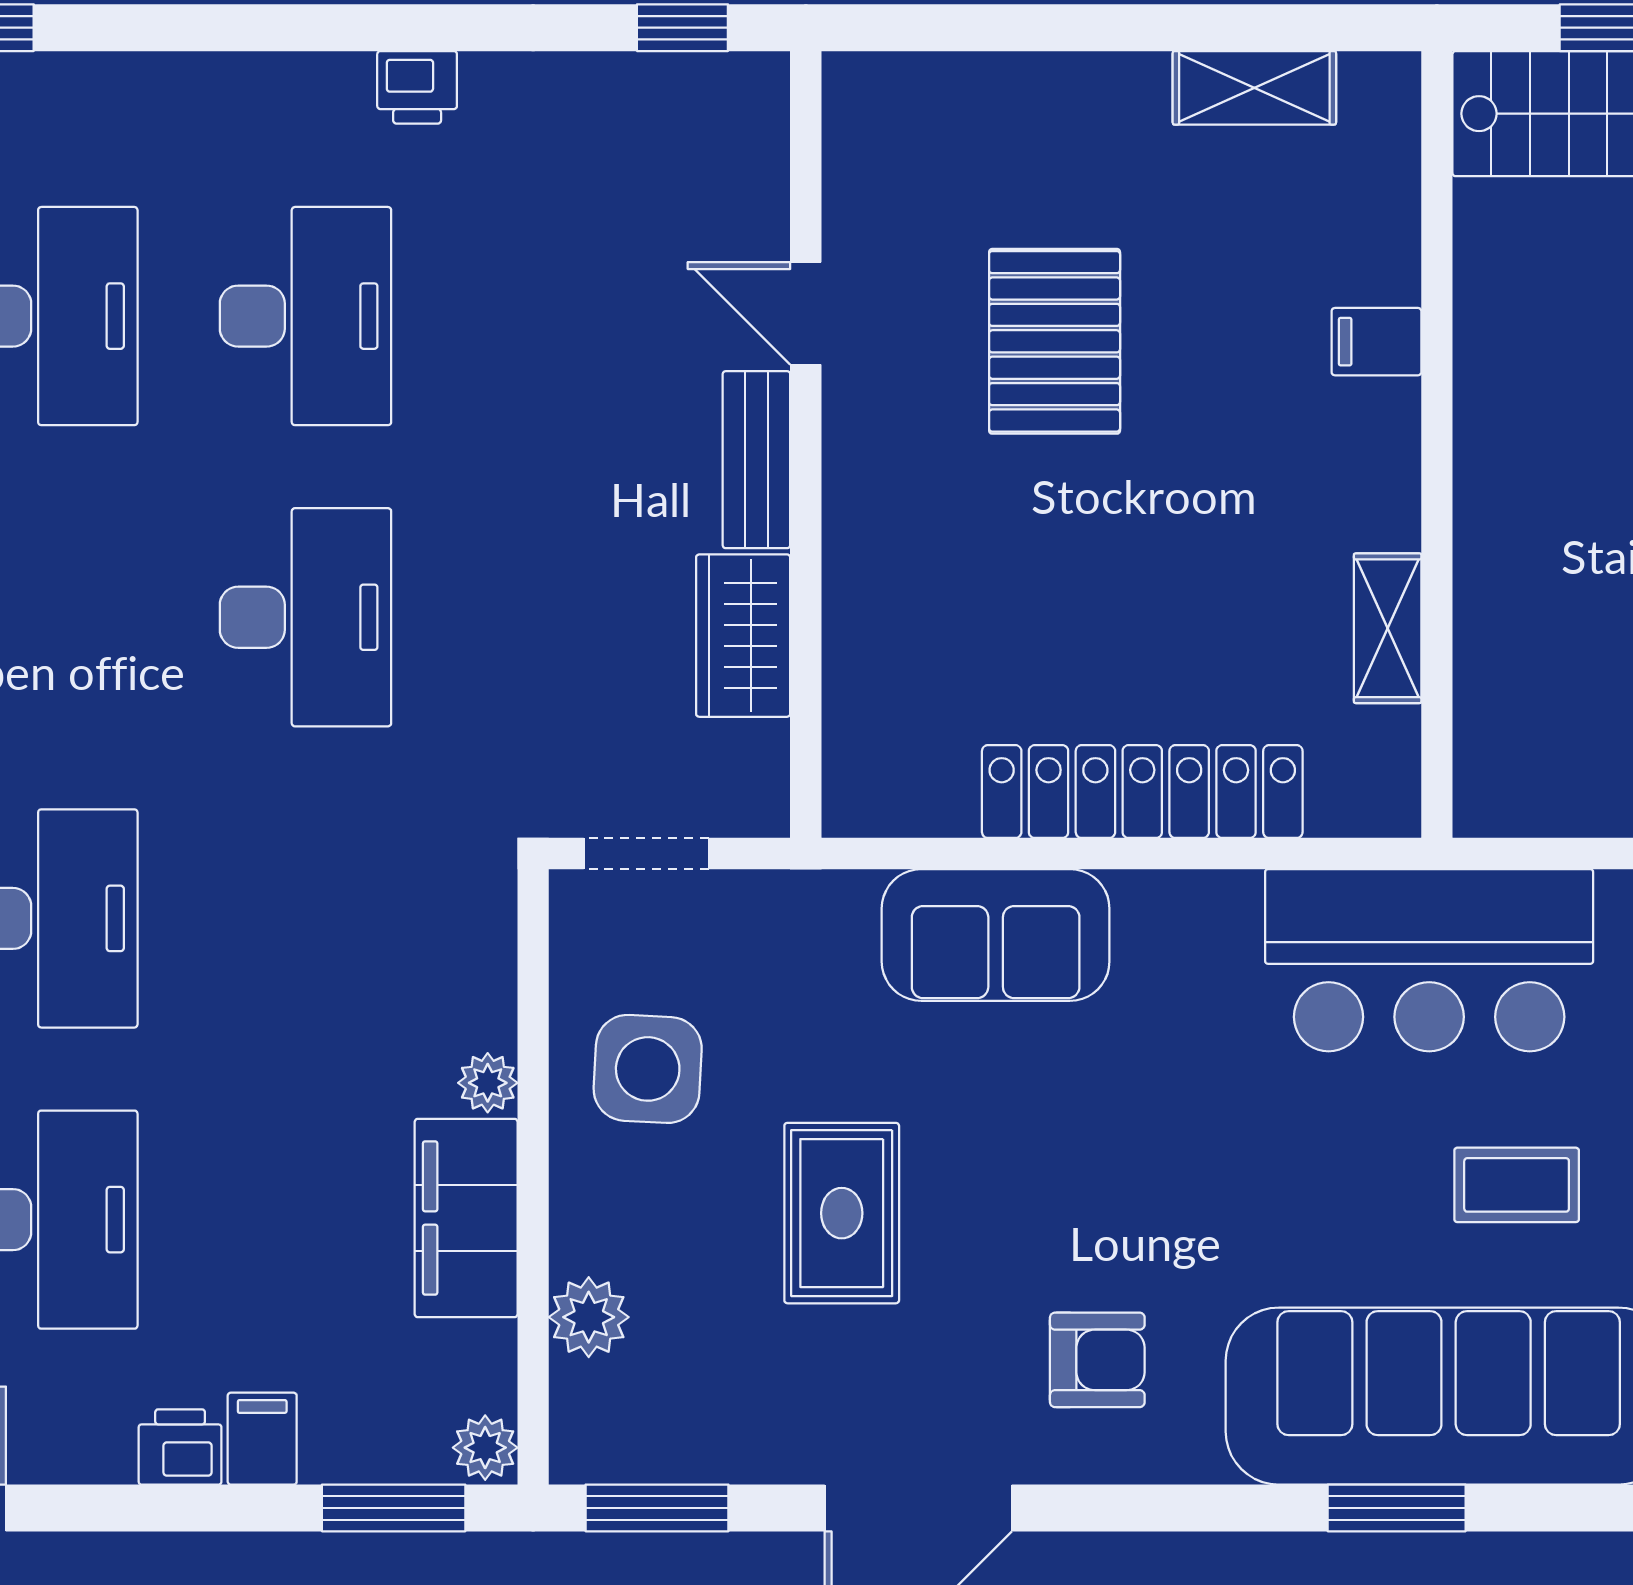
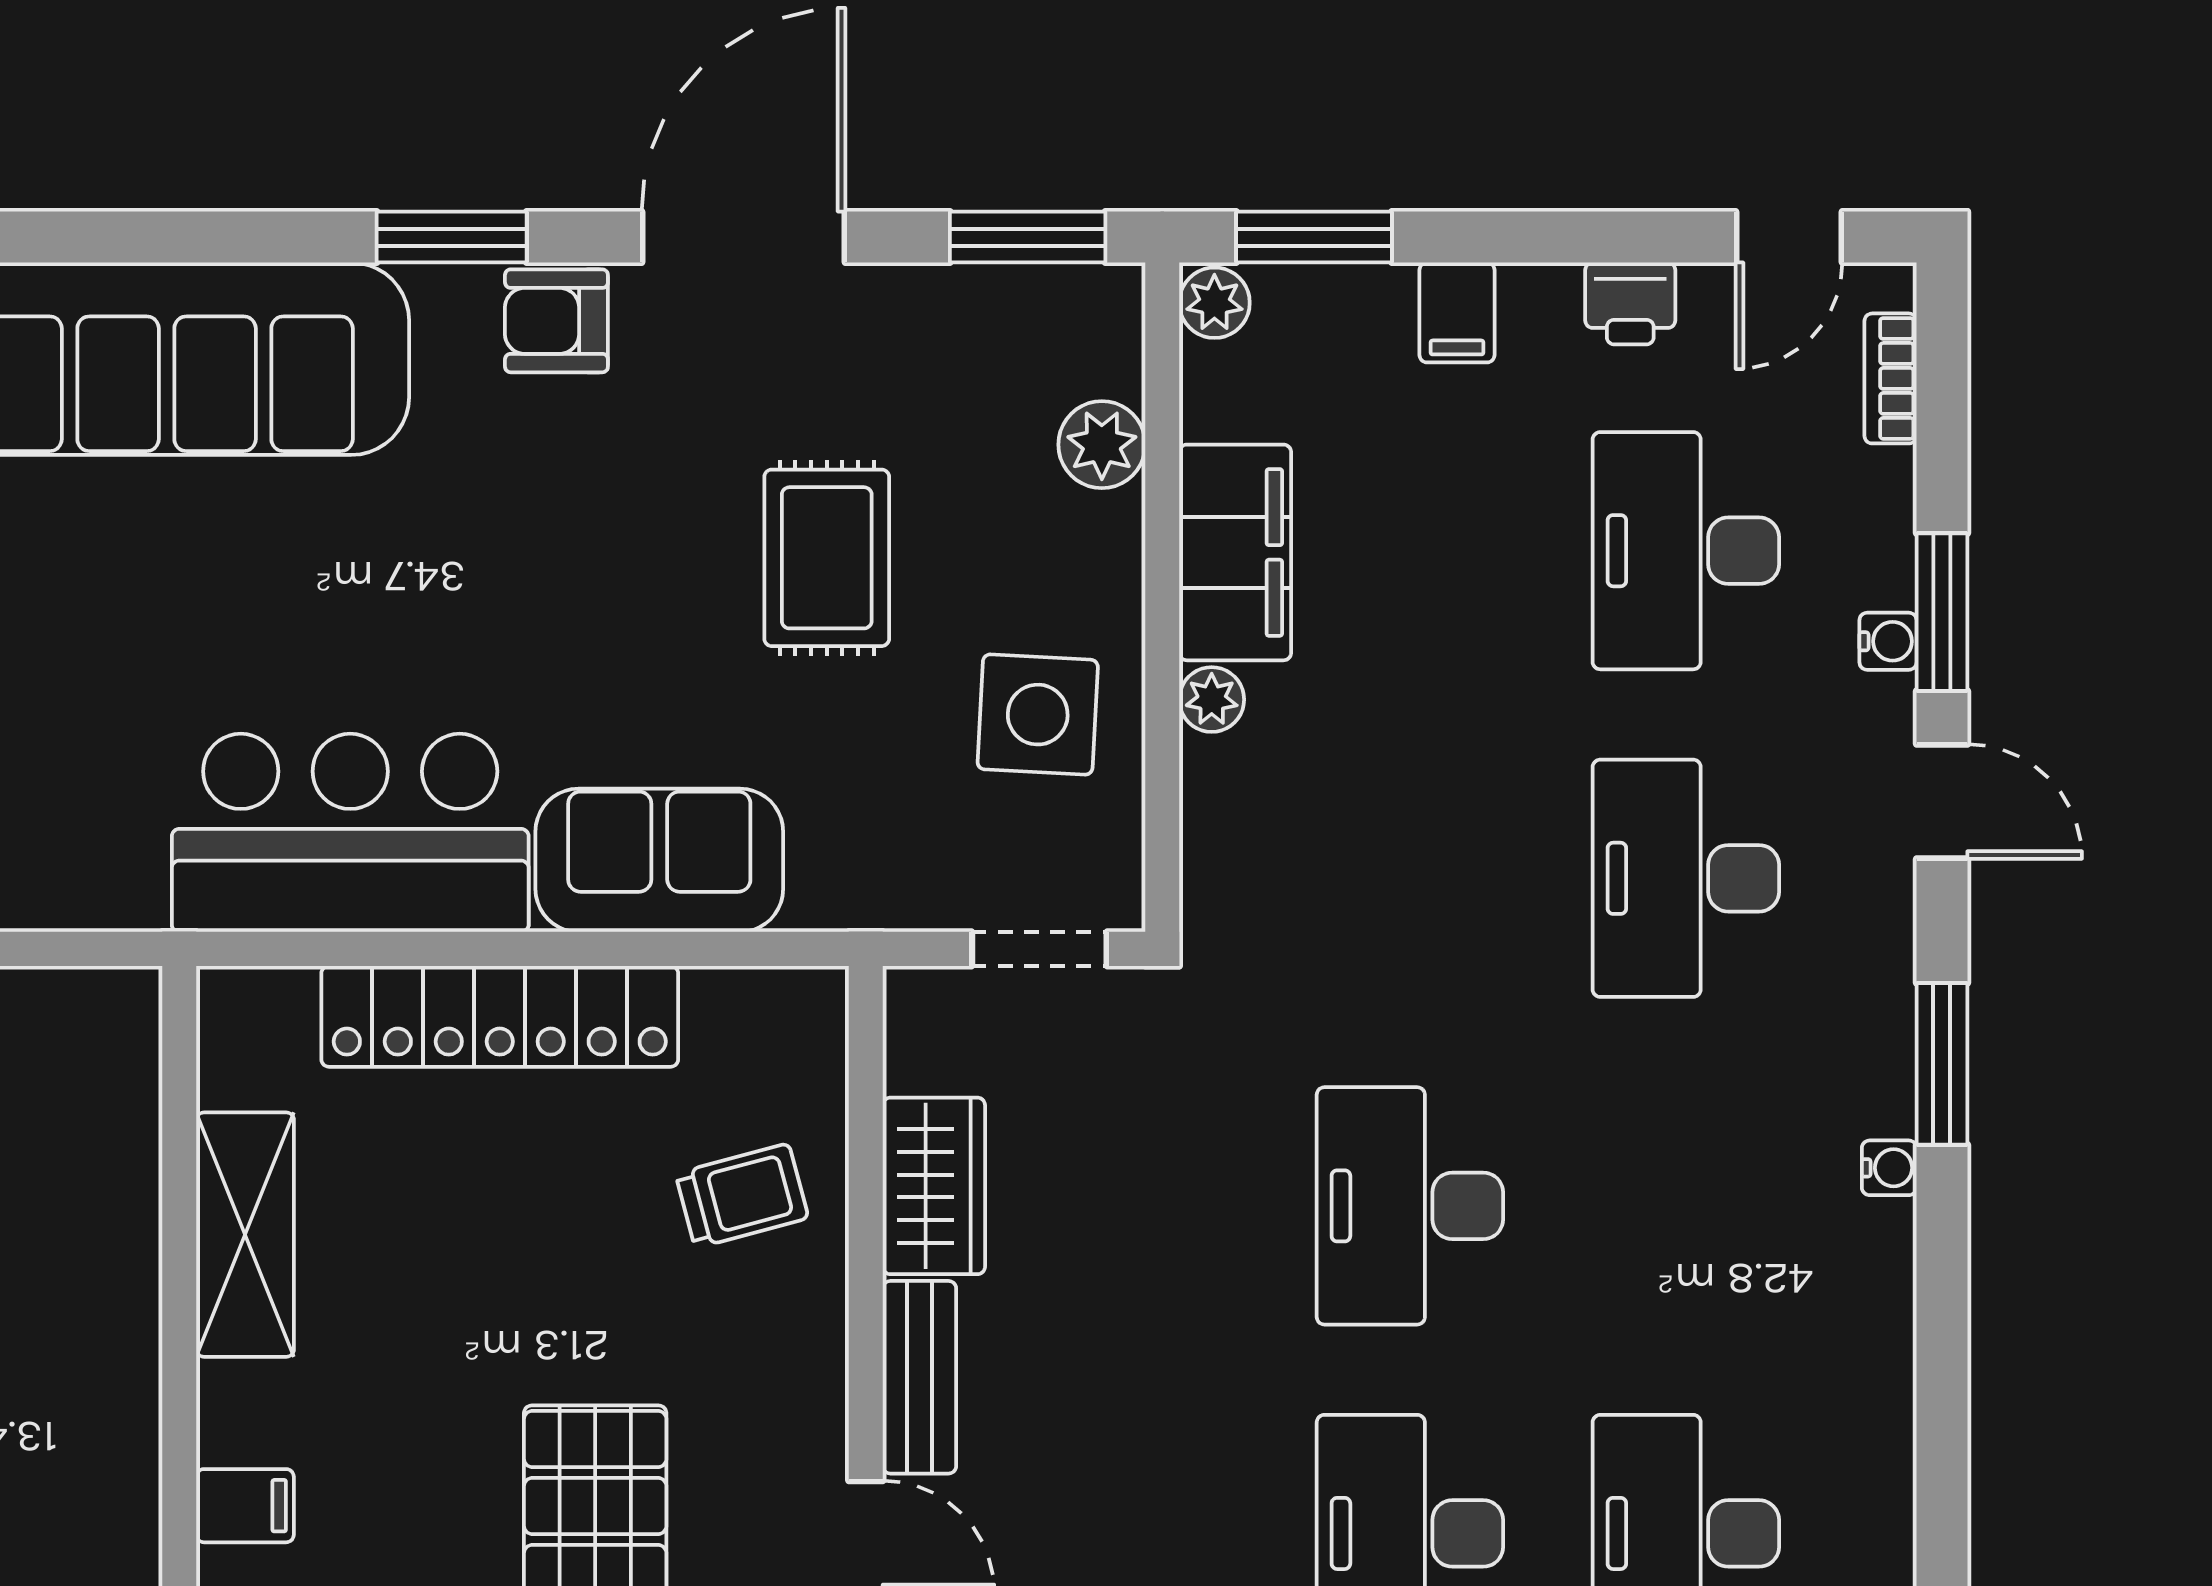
trolley: (920, 627) -> (742, 1196), added
shelving: (1388, 628) -> (245, 1235), width x1.50, depth x1.33
bar counter: (1429, 960) -> (350, 833), moved
coffee table: (1517, 1185) -> (93, 588), removed
armchair: (1097, 1360) -> (556, 321), moved
printer: (180, 1447) -> (1630, 303), moved
window: (1397, 1508) -> (452, 237), moved

